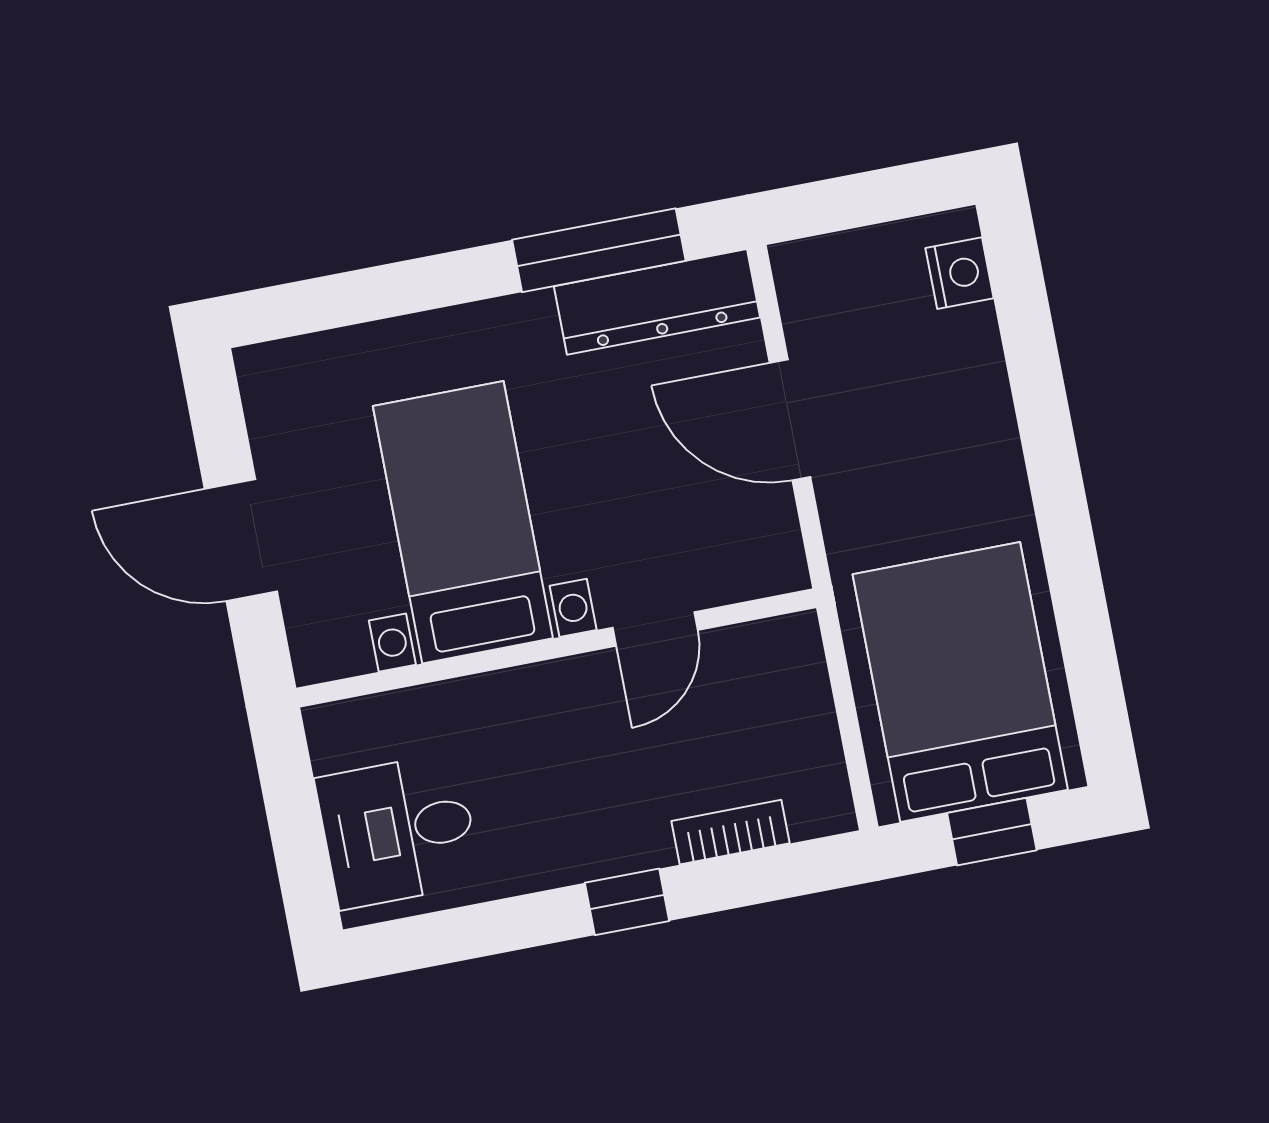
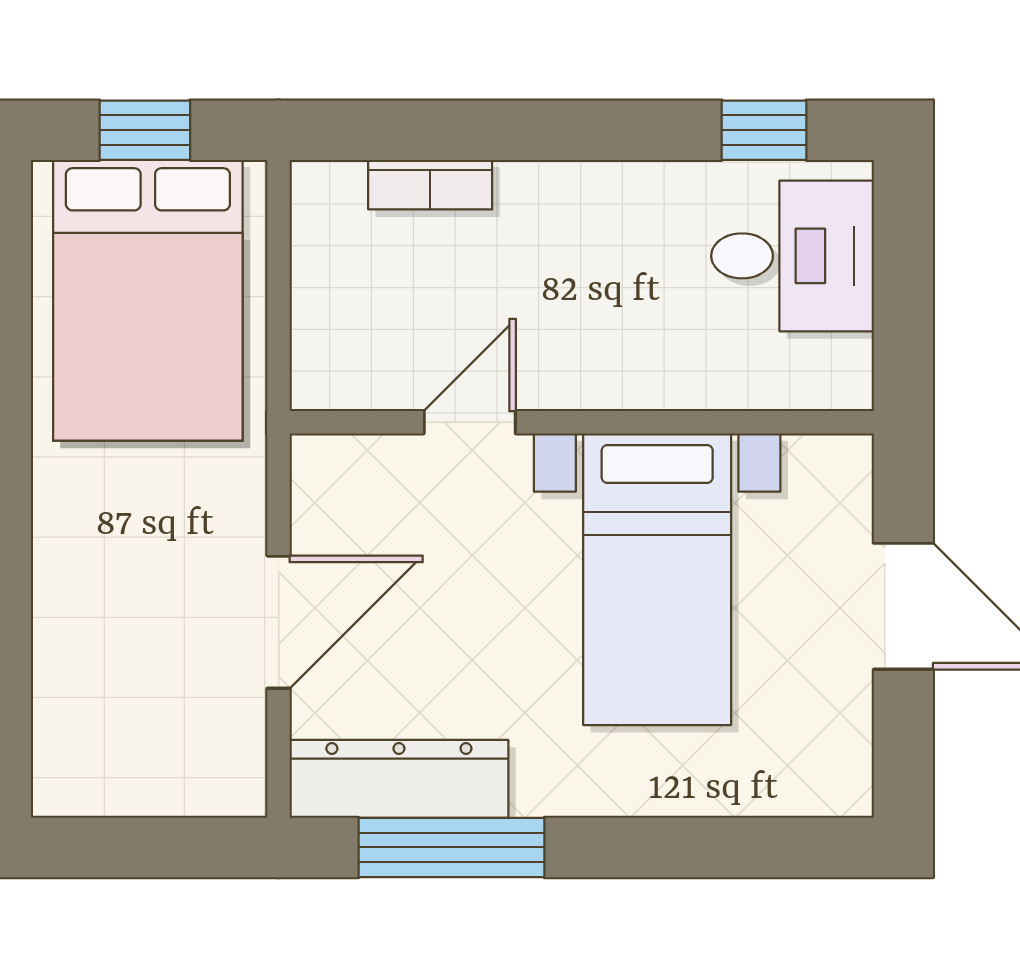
nightstand: (960, 273) -> (63, 747), removed
door: (790, 420) -> (279, 622), hinge flipped
window: (627, 902) -> (764, 130), moved

